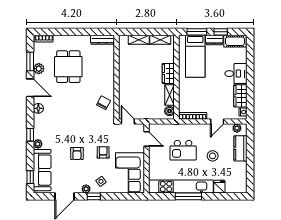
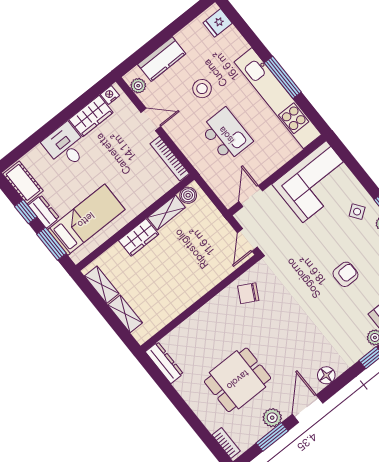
armchair: (103, 152) -> (316, 240), removed
fridge: (219, 187) -> (218, 23), moved

